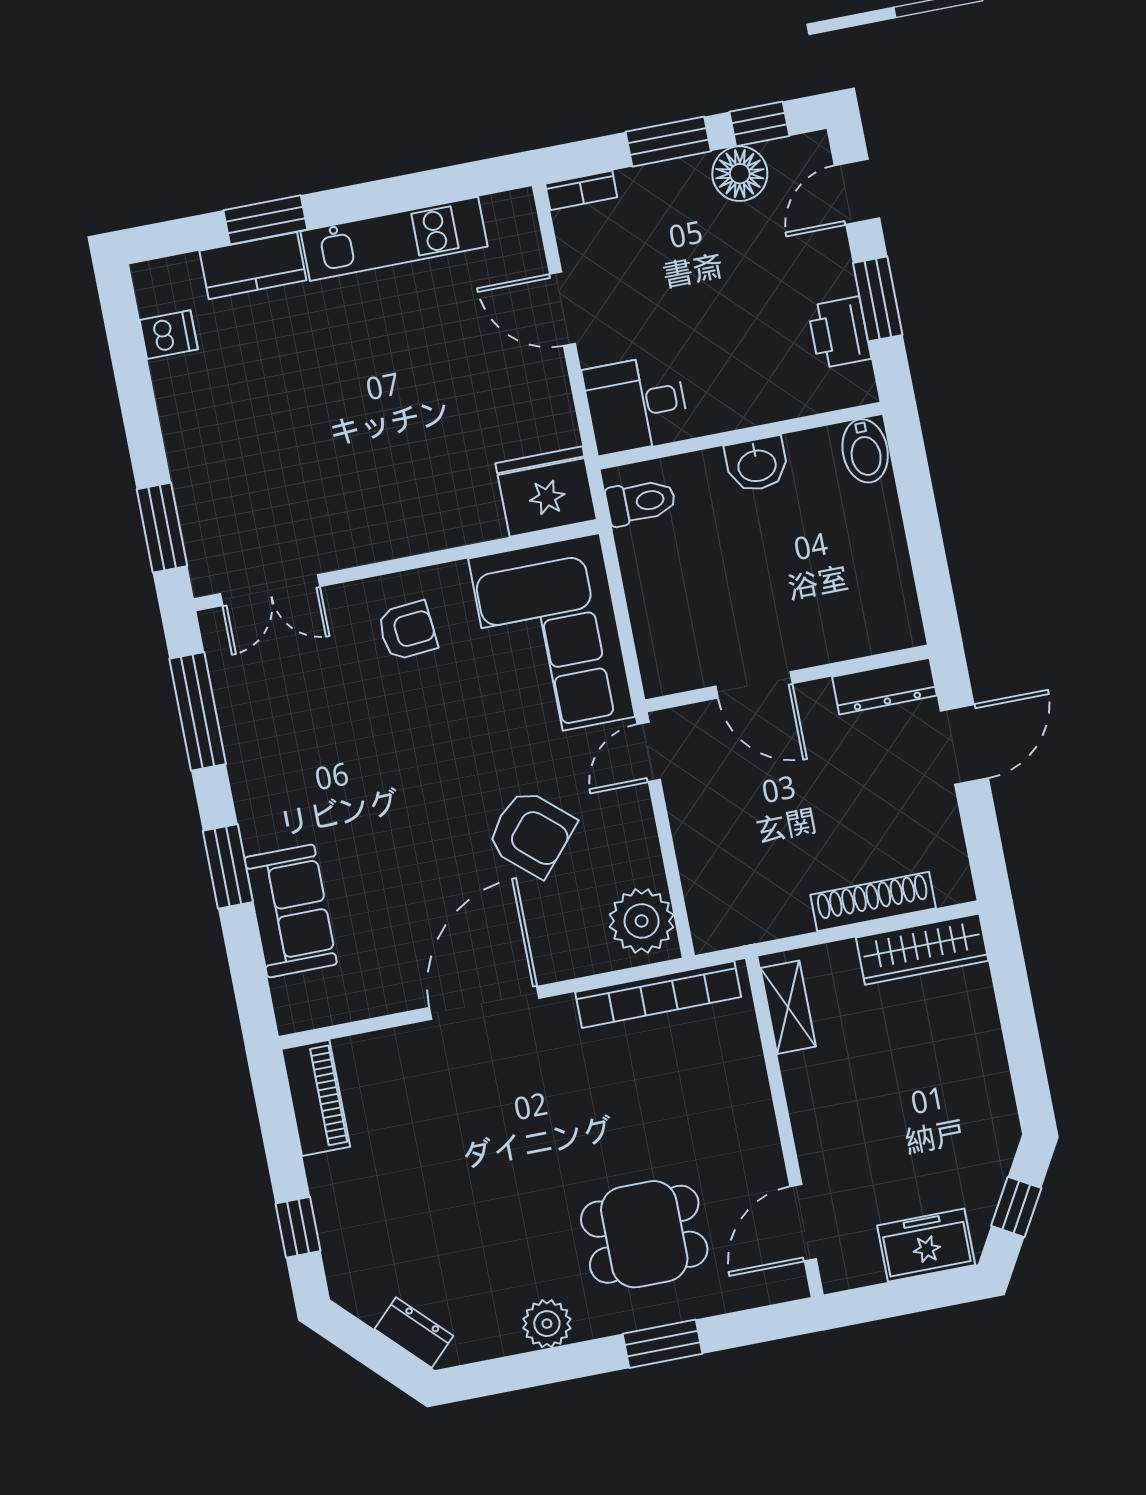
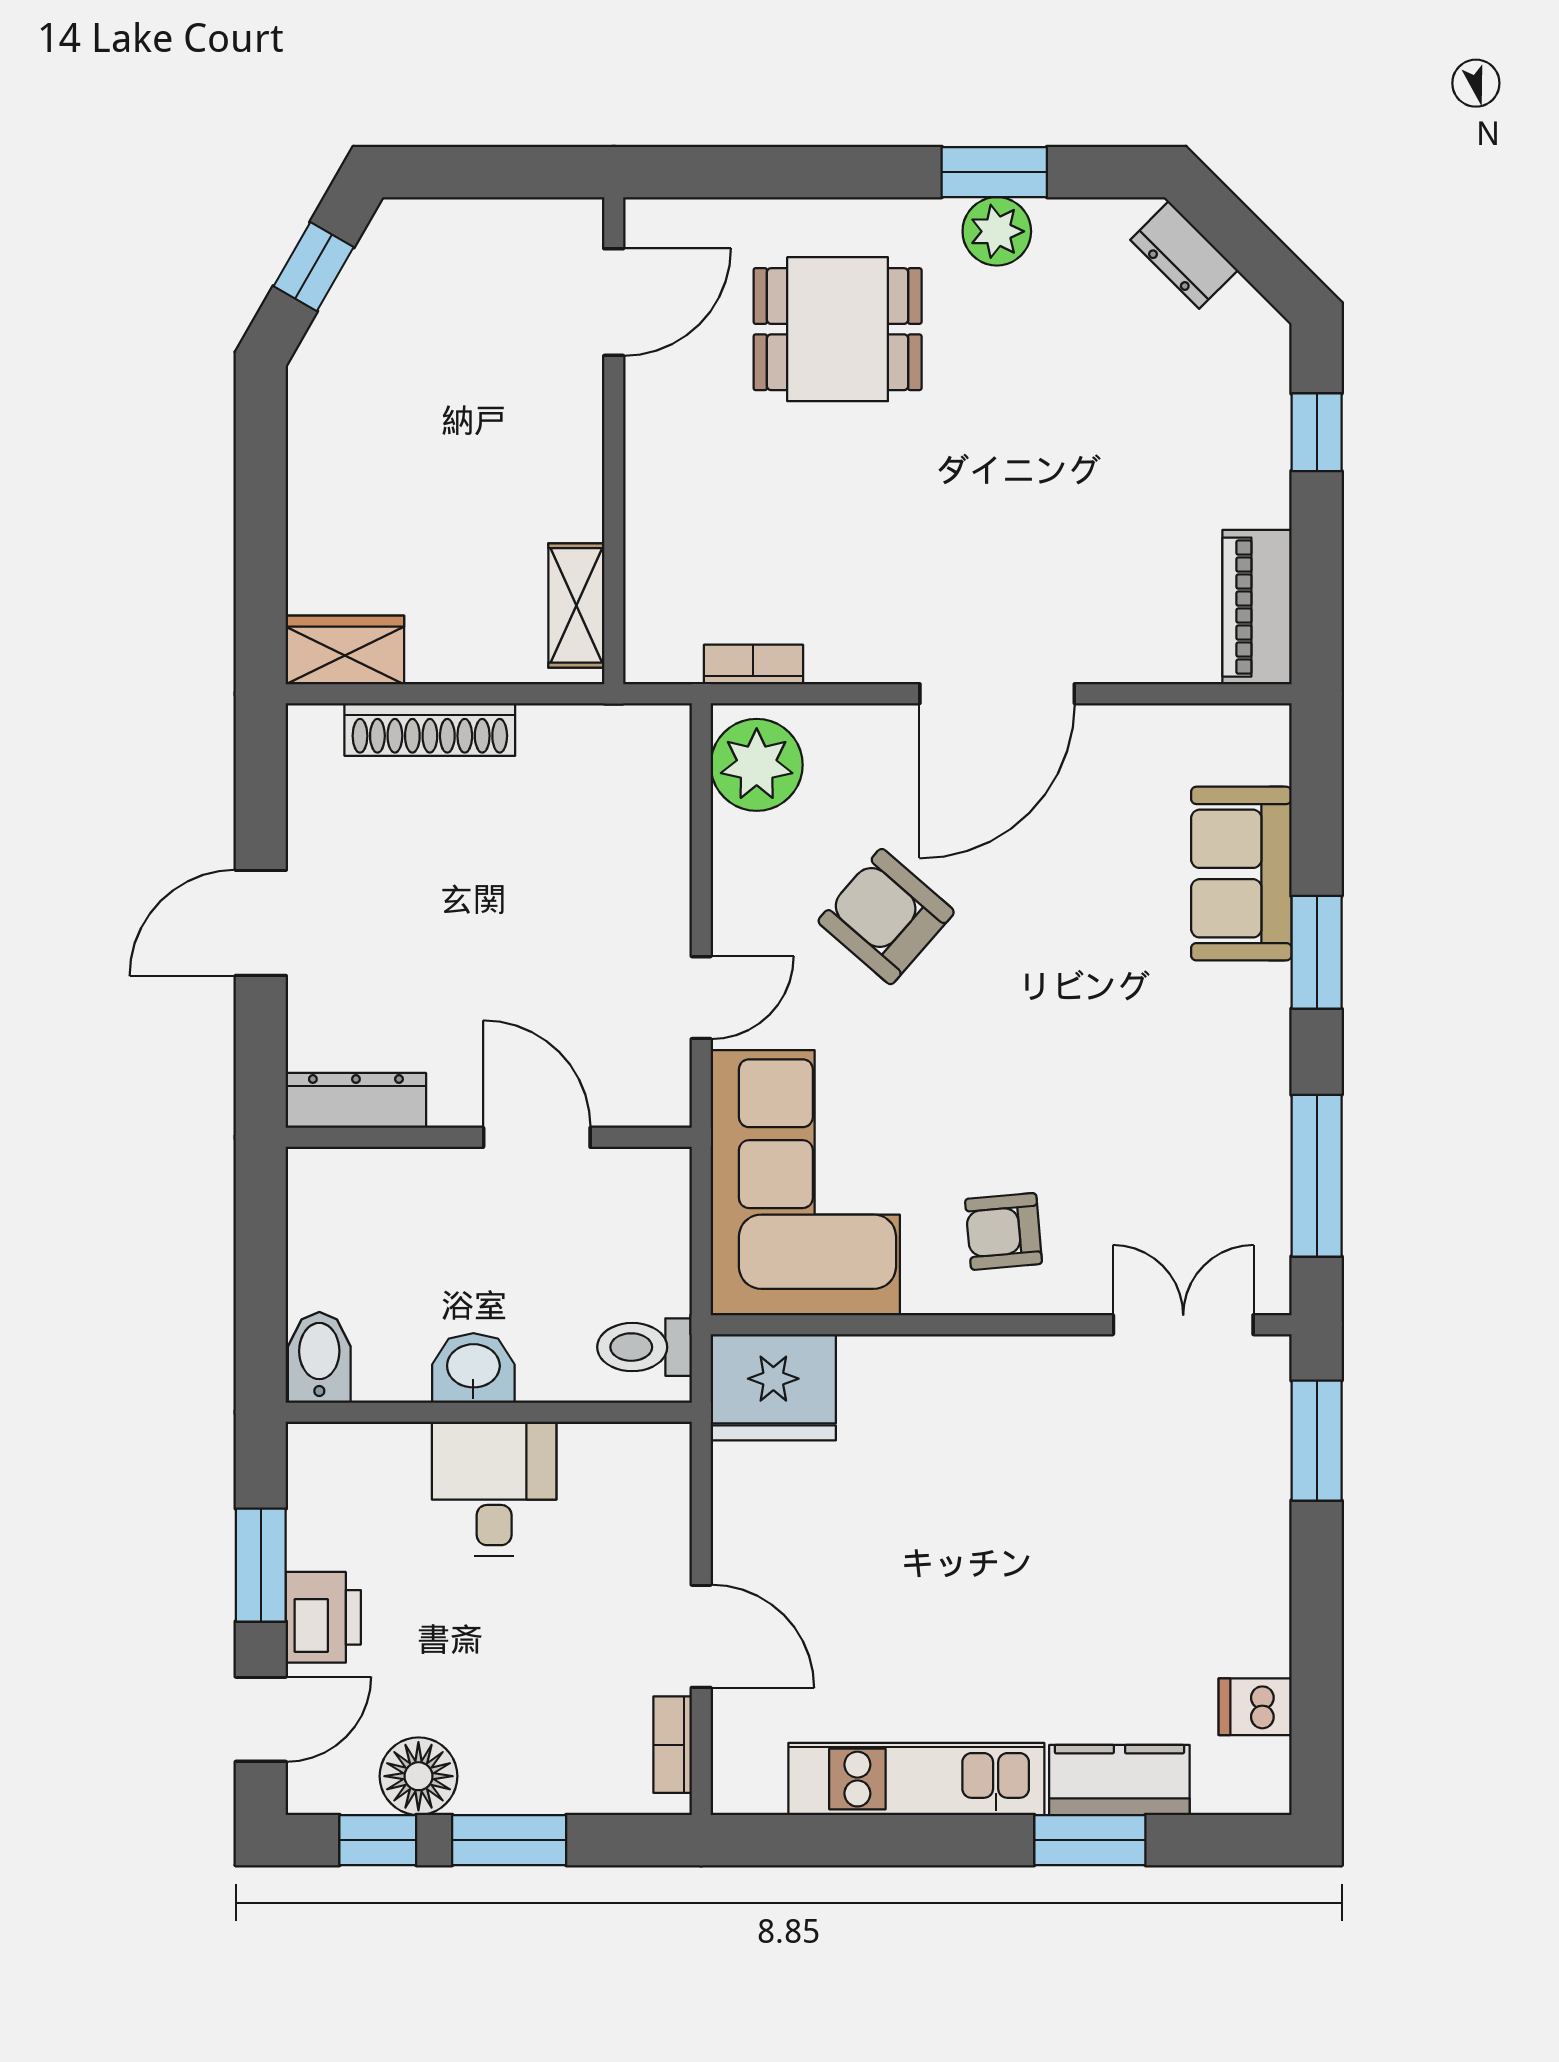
bookcase: (581, 190) -> (673, 1745), moved, turned -90
printer: (839, 332) -> (323, 1617), moved
desk: (636, 404) -> (494, 1489), moved, turned -90
wall: (787, 678) -> (489, 1137), moved
door: (754, 685) -> (537, 1137), moved
dresser: (884, 686) -> (356, 1100), moved
wardrobe: (922, 949) -> (345, 650), width x0.67
bookcase: (658, 994) -> (753, 665), width x0.43, depth x0.76
freezer: (926, 1245) -> (449, 238), removed
window: (663, 1344) -> (994, 172), moved

